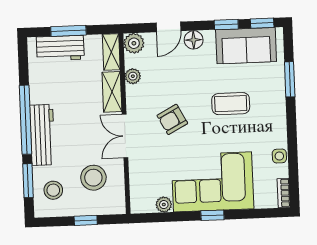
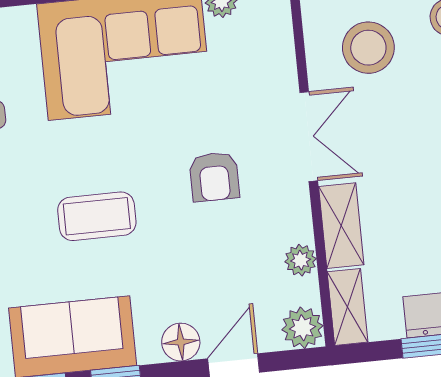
armchair: (172, 119) -> (214, 177), turned 118

